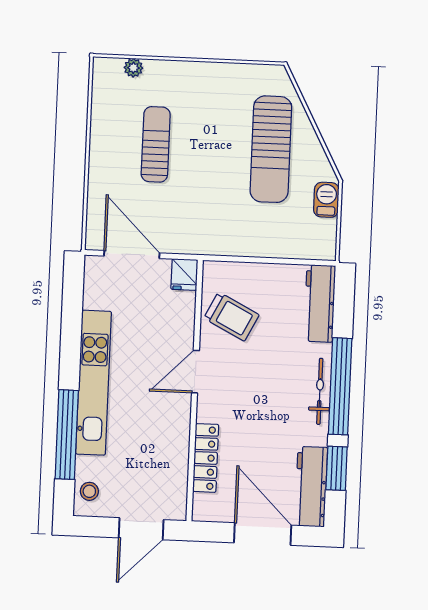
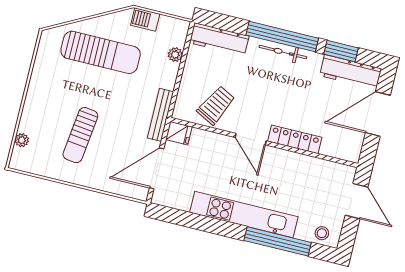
sun lounger: (156, 144) -> (80, 135), turned -83
bench: (204, 245) -> (161, 115), added
plant: (288, 249) -> (175, 55), added
locker: (206, 458) -> (295, 139), moved

